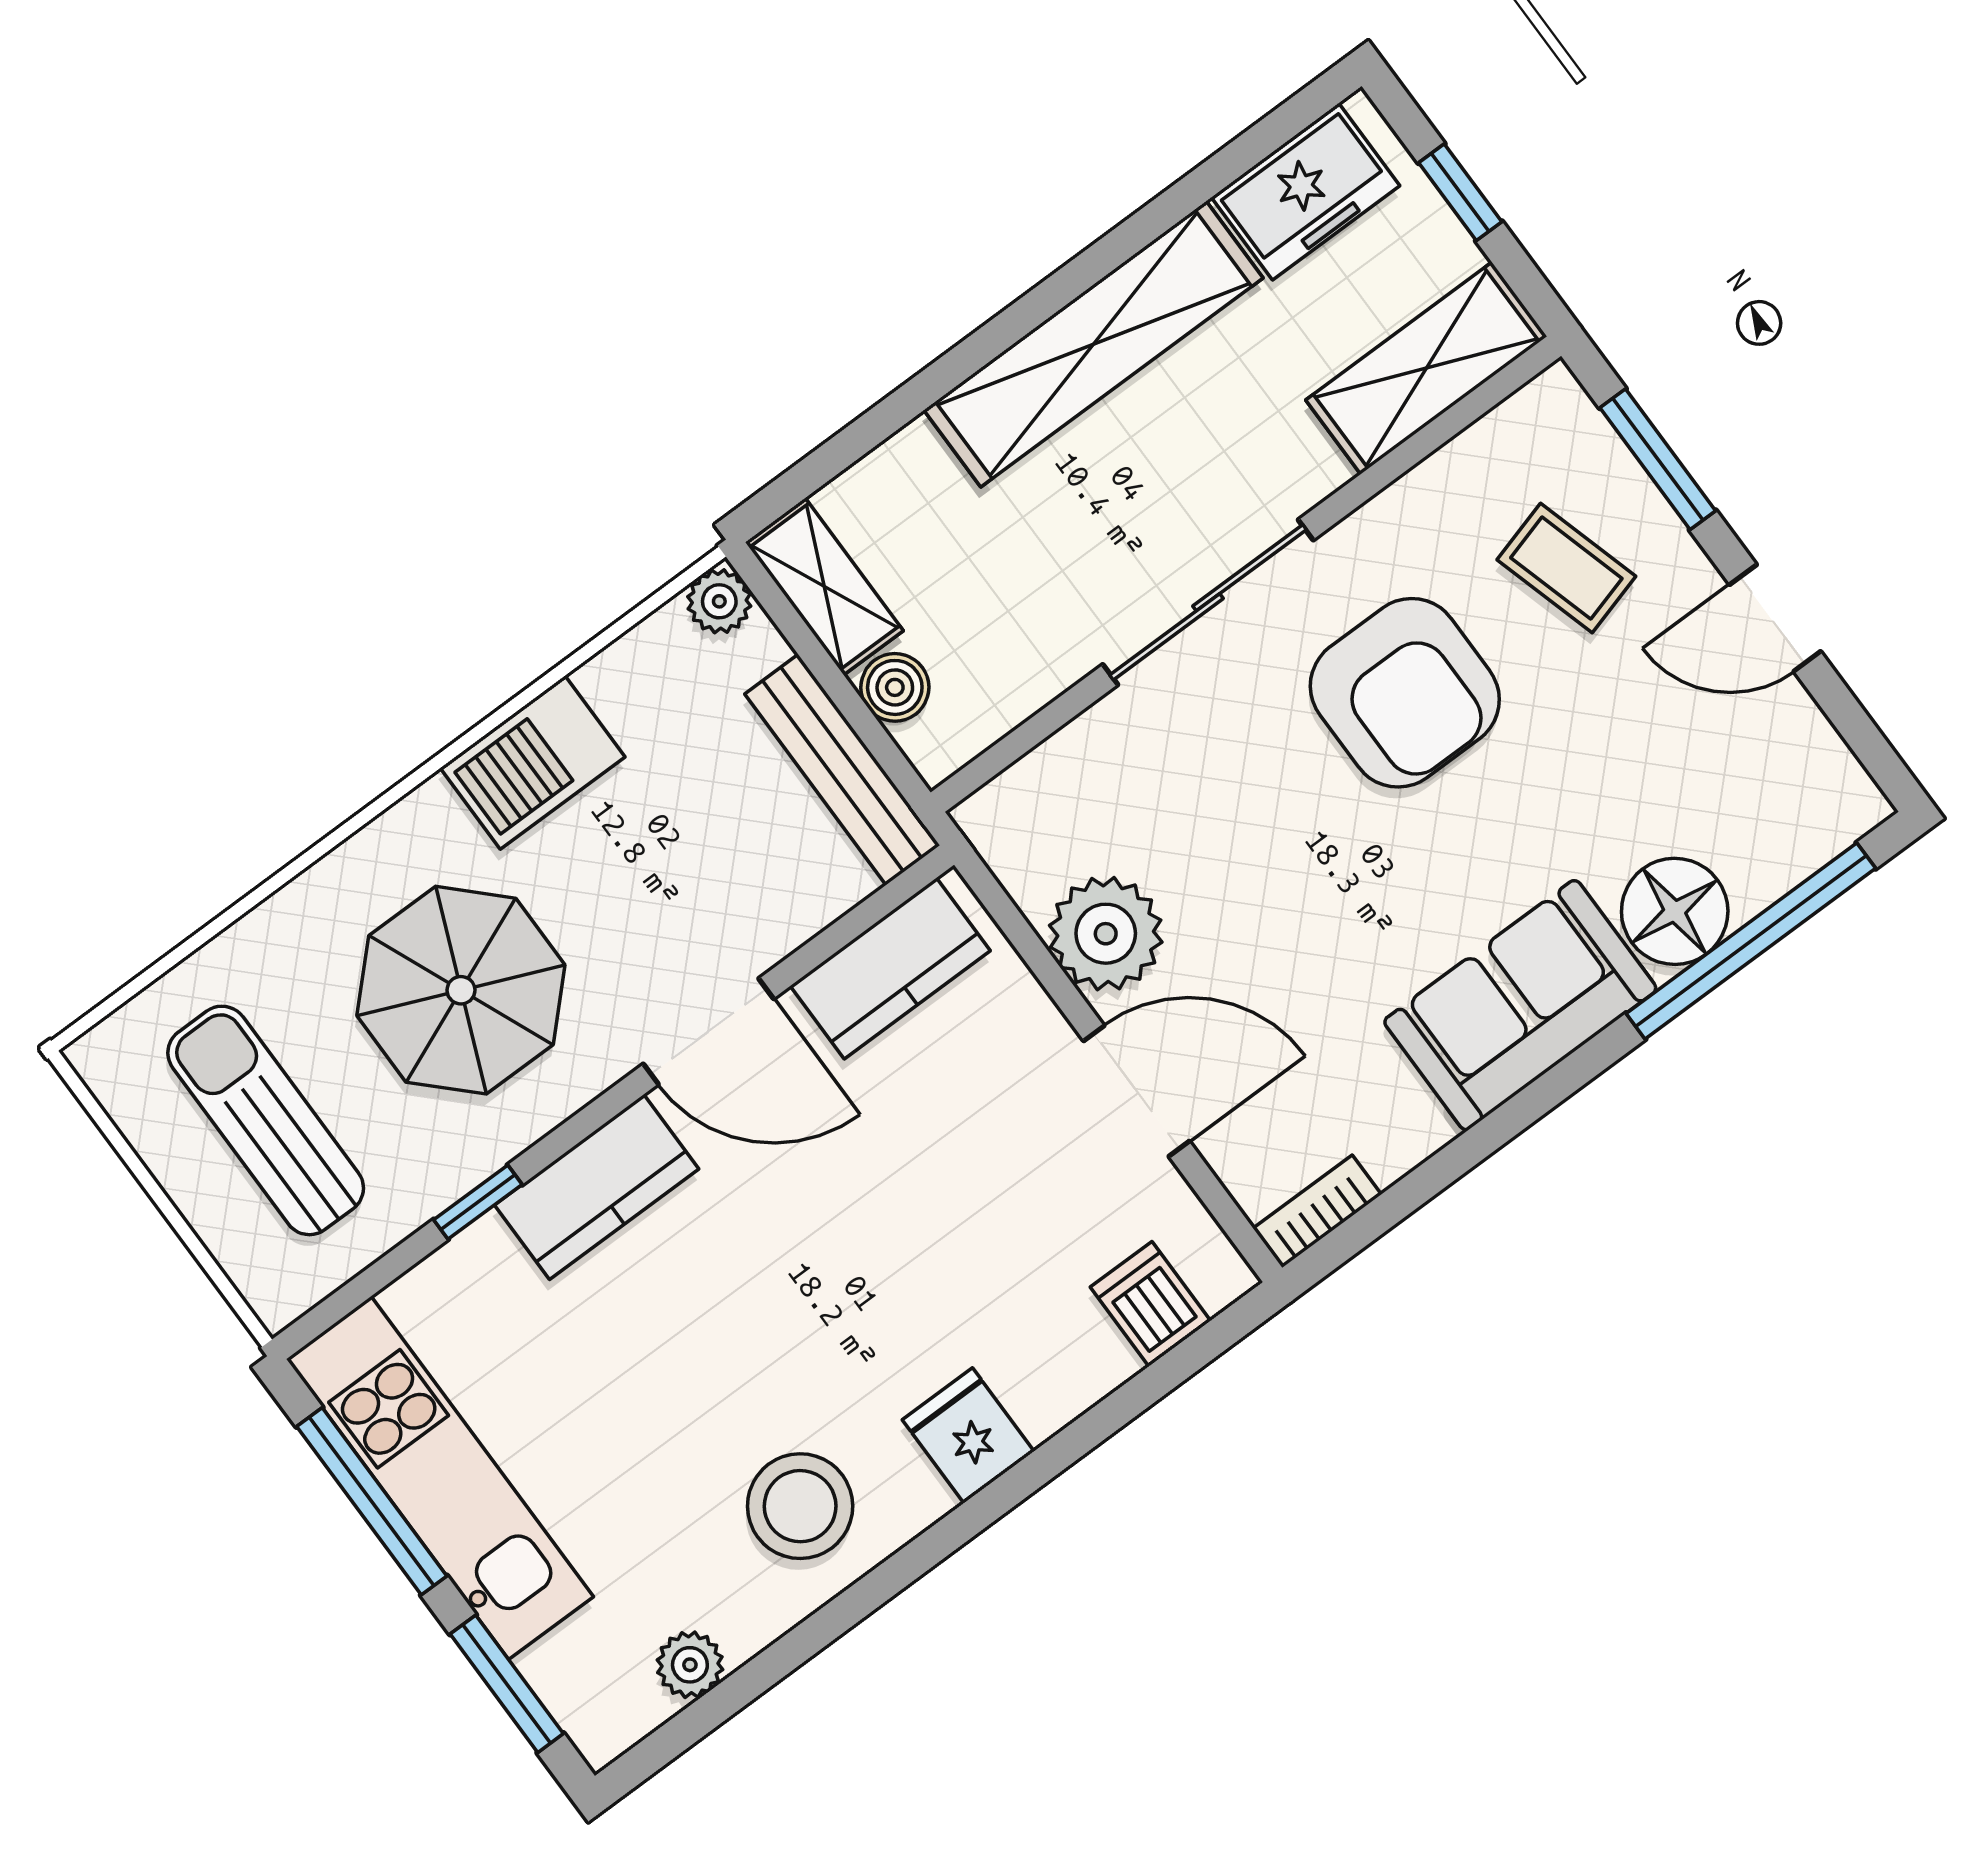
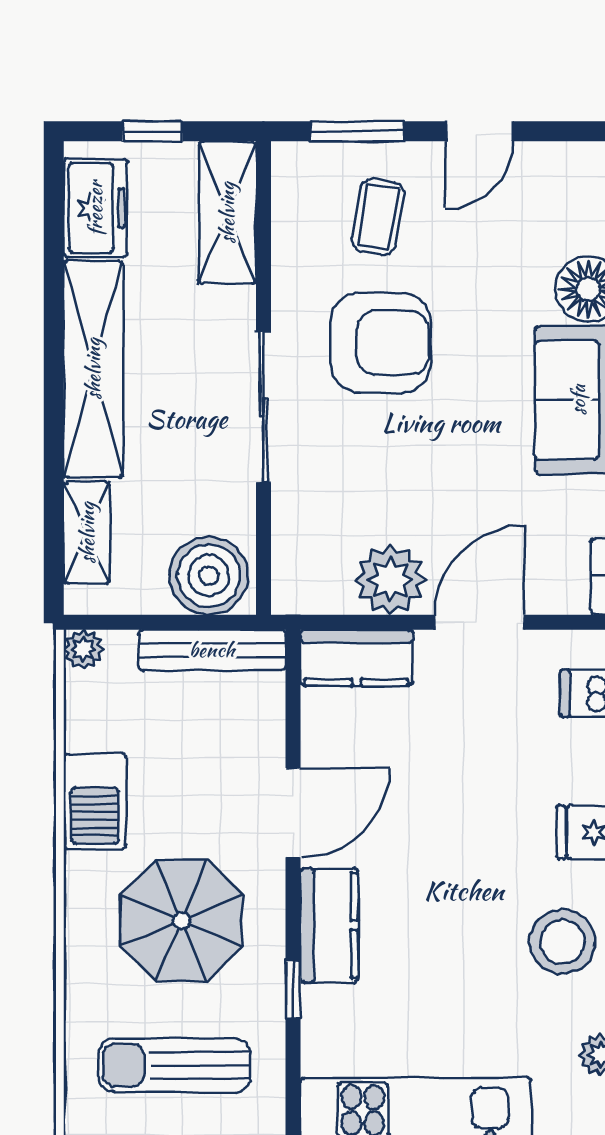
coffee table: (1566, 568) -> (378, 217), turned -64
shelving: (824, 587) -> (87, 533), moved, turned 90
boiler: (895, 687) -> (209, 576), width x1.86, depth x1.86
kitchen counter: (890, 968) -> (357, 658), moved, turned 90

